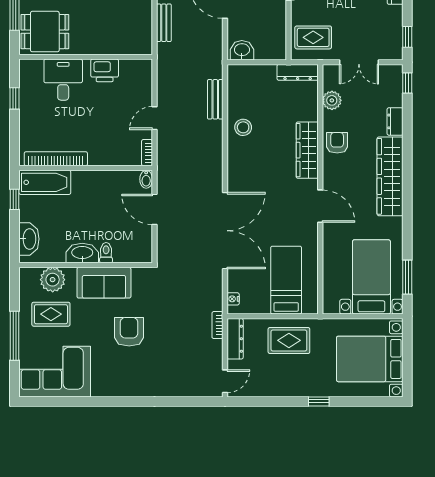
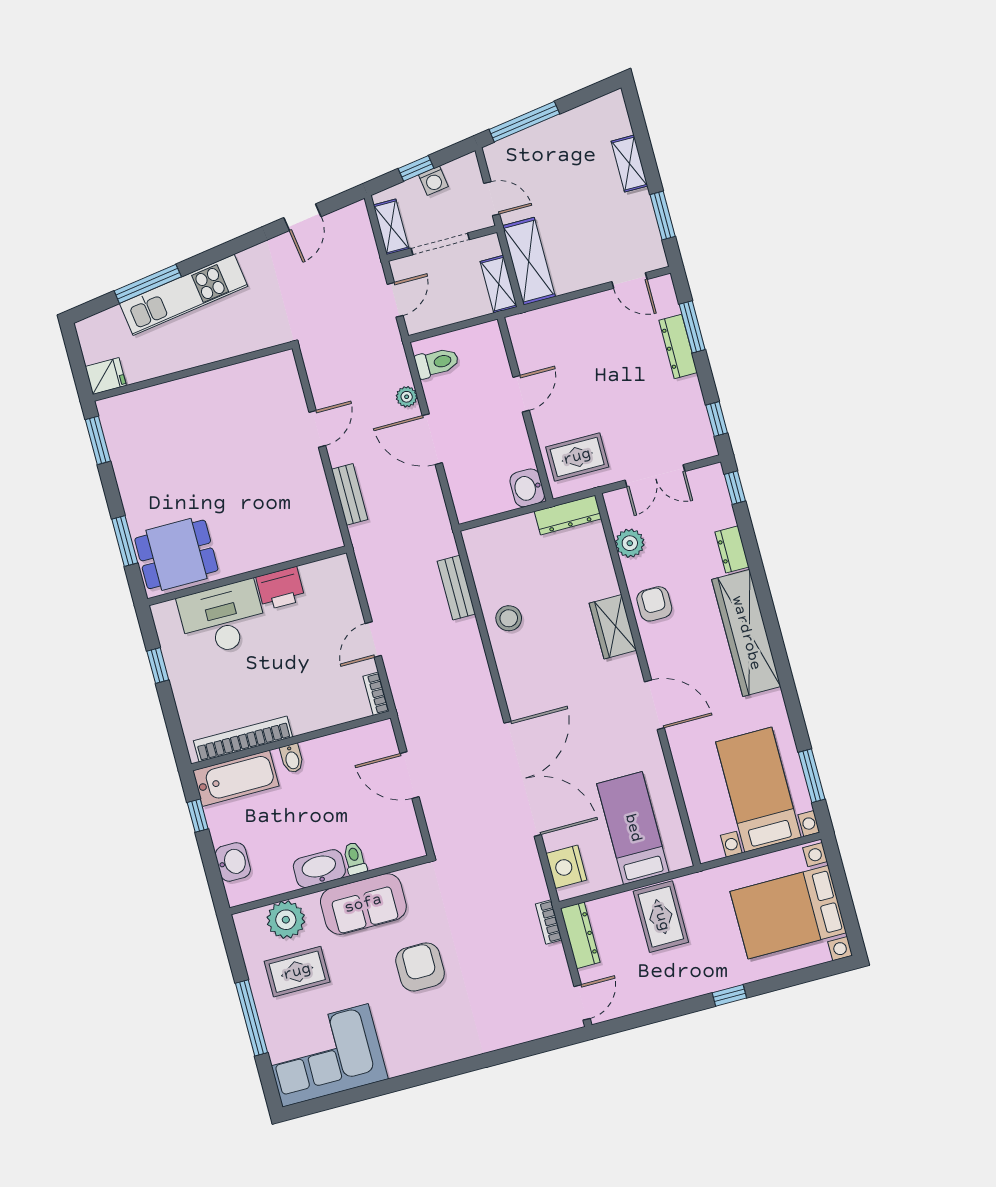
washbasin: (242, 50) -> (527, 488), moved, turned -90
desk: (63, 80) -> (223, 618), width x1.37
wardrobe: (307, 150) -> (613, 627), width x0.67
bidet: (146, 179) -> (292, 758), moved
washbasin: (29, 239) -> (233, 862), width x0.72
nightstand: (233, 299) -> (566, 867), width x1.89, depth x1.79
rug: (289, 340) -> (661, 917), turned 90

